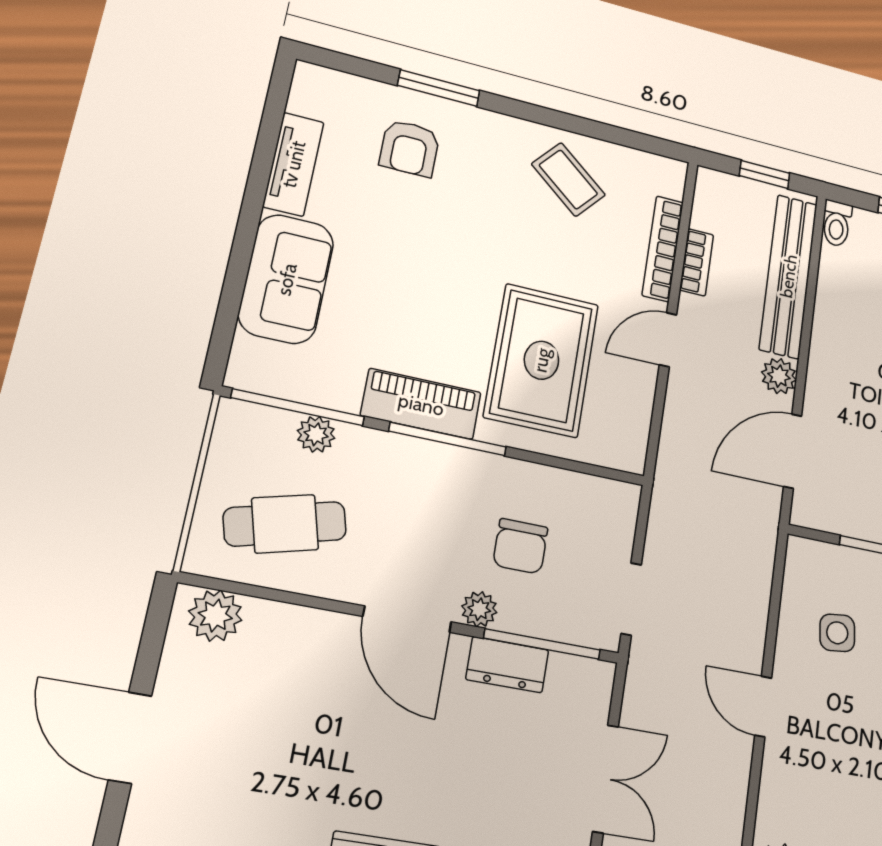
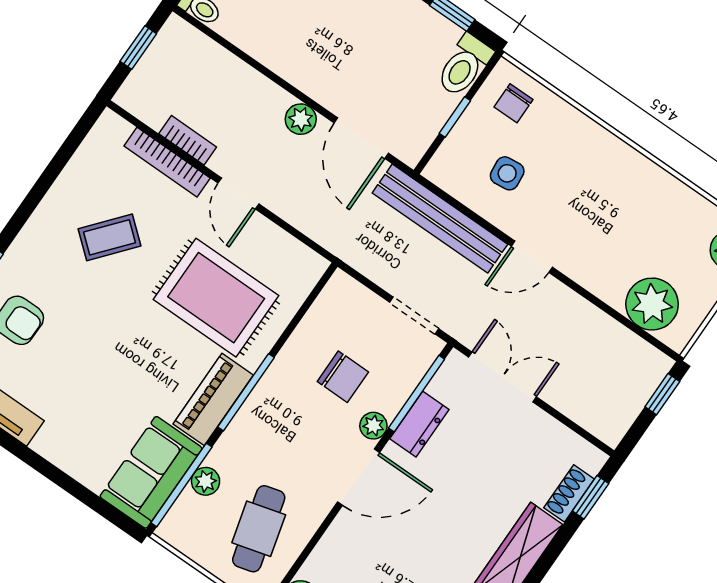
coffee table: (568, 179) -> (110, 237), moved
bench: (788, 276) -> (440, 219), moved
sofa: (286, 279) -> (151, 472), moved, turned -90
double door: (606, 779) -> (502, 377), moved

